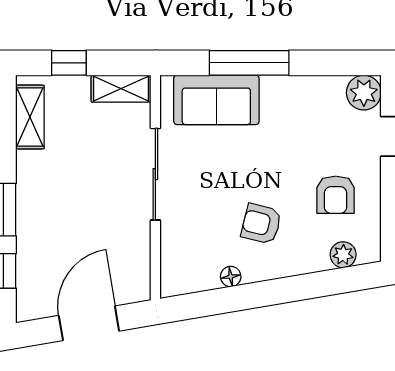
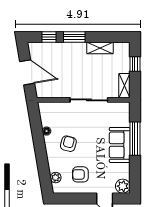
sofa: (216, 100) -> (120, 145), moved
shelving: (30, 117) -> (100, 48), moved

